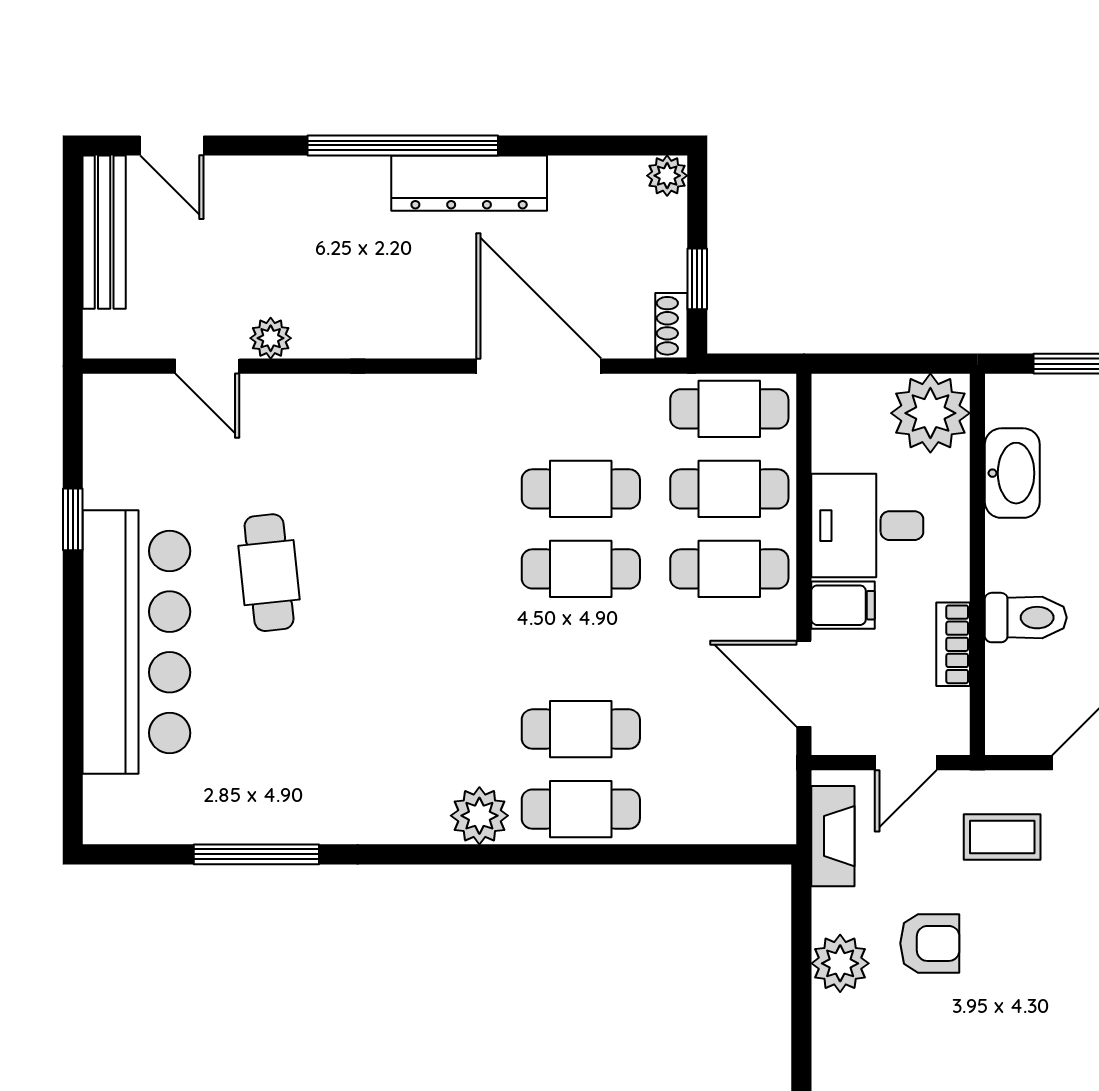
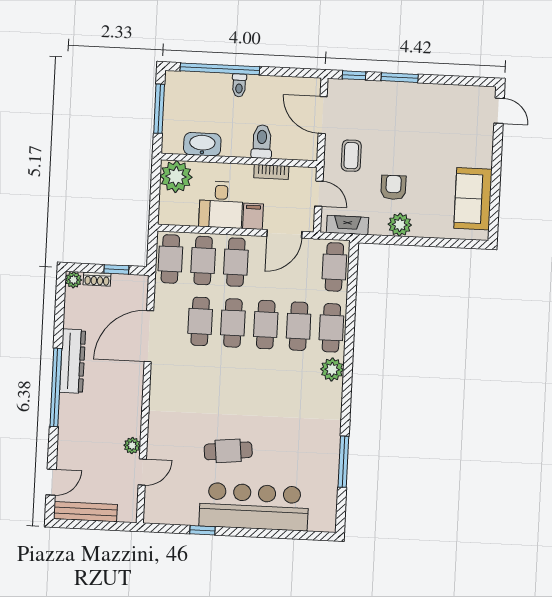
shoe rack: (671, 326) -> (97, 279), moved
cafe table: (581, 649) -> (266, 325), added
cafe table: (729, 809) -> (334, 267), added

